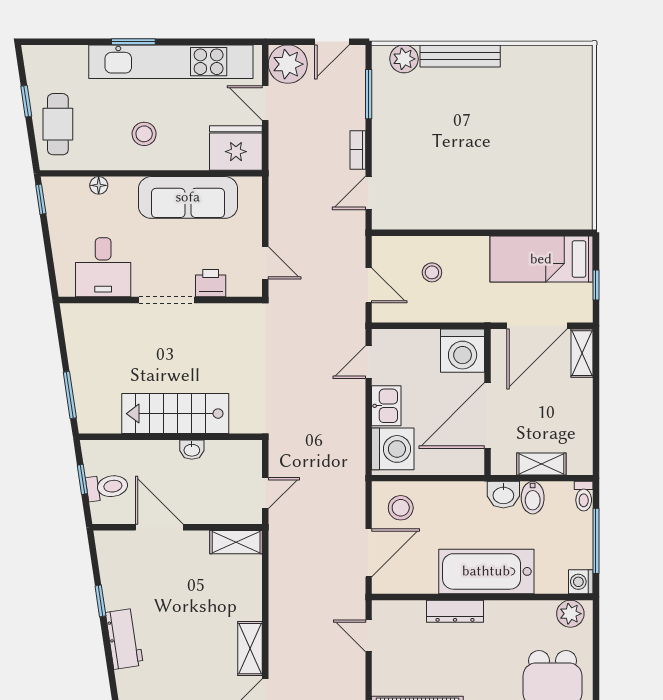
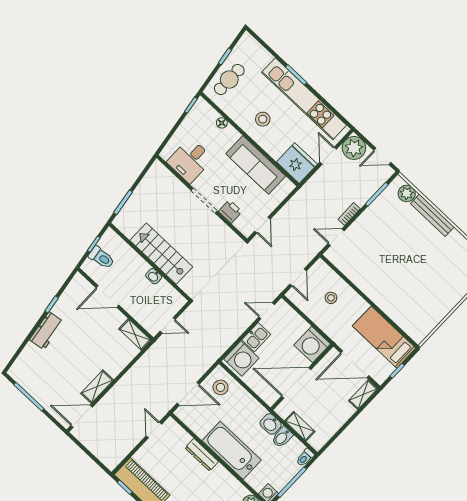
door: (159, 527) -> (108, 297), swing flipped

